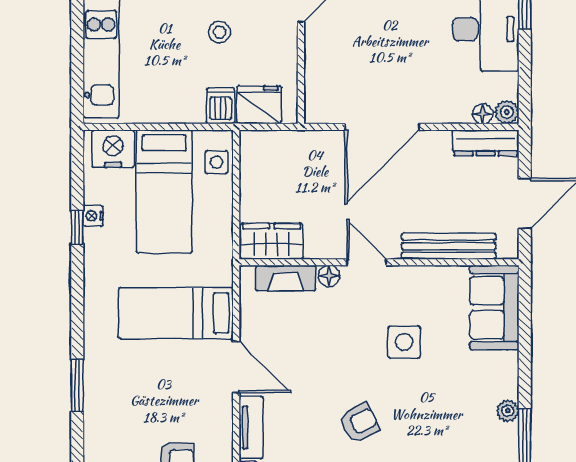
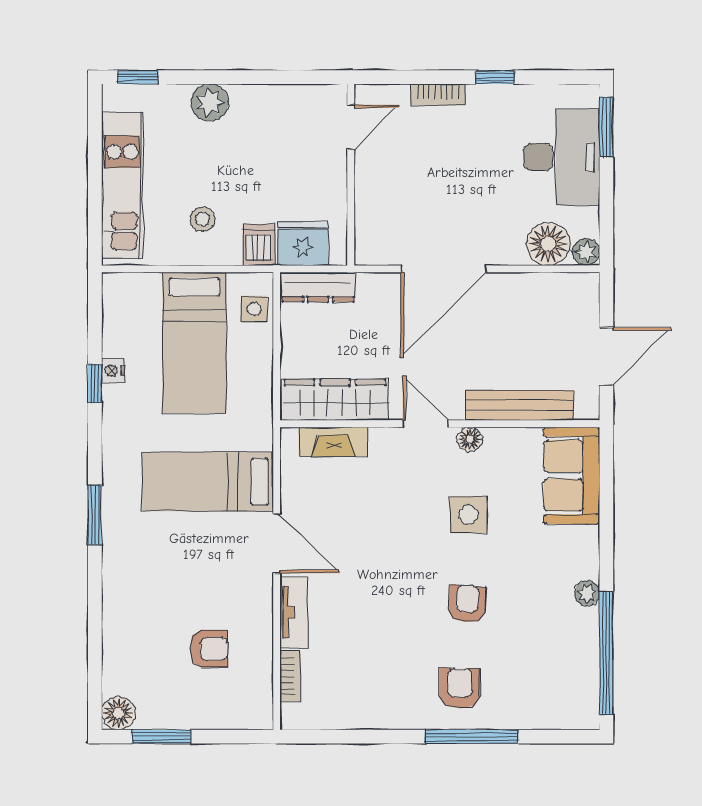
stool: (219, 32) -> (203, 219), moved
floor lamp: (483, 114) -> (548, 244), width x1.89, depth x1.89
dresser: (486, 143) -> (318, 287), moved
nightstand: (113, 149) -> (136, 294), removed
wardrobe: (272, 241) -> (335, 400), width x1.50
floor lamp: (329, 276) -> (470, 439), moved
window: (77, 386) -> (95, 515), moved
armchair: (359, 423) -> (467, 604), moved, turned -58

